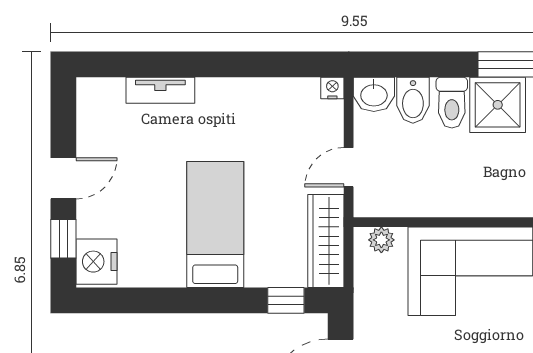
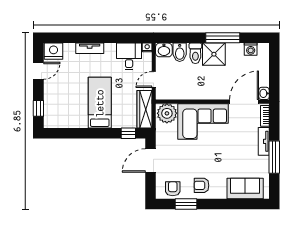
tv unit: (160, 90) -> (90, 48), moved
desk: (288, 110) -> (129, 56), added
door: (63, 178) -> (38, 71), moved
plant: (381, 240) -> (167, 113), width x1.87, depth x1.87
nightstand: (96, 262) -> (54, 51), moved, turned 90

